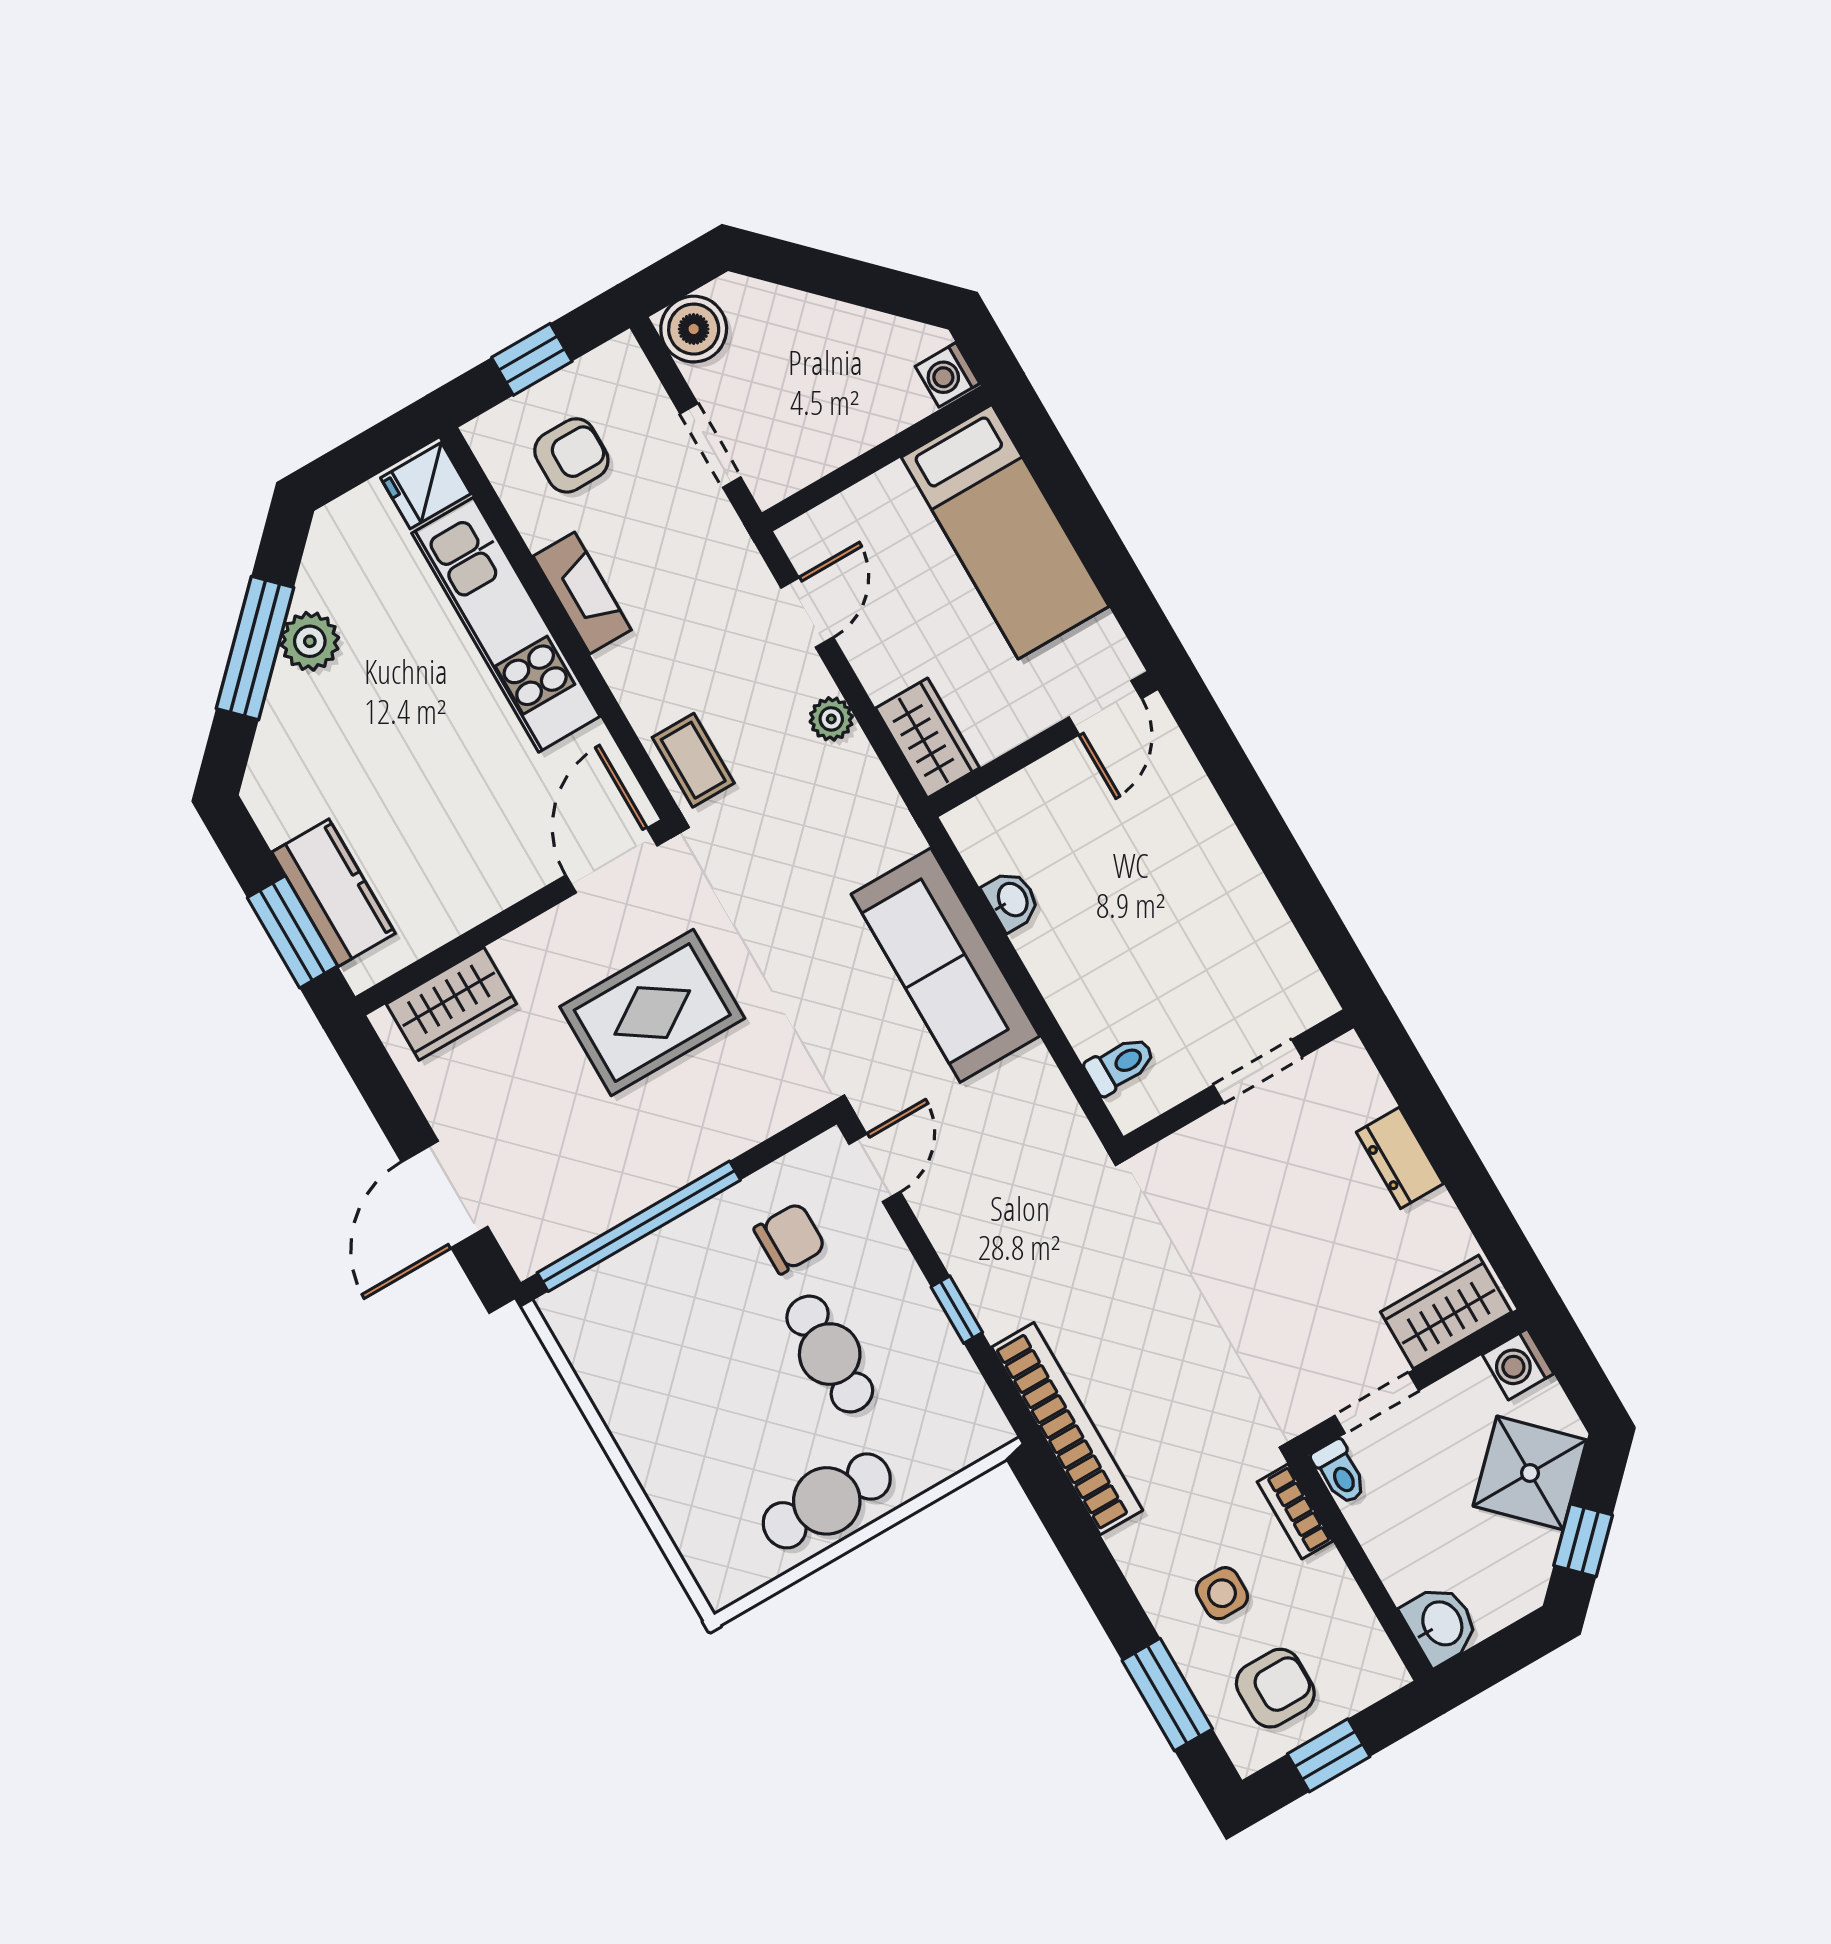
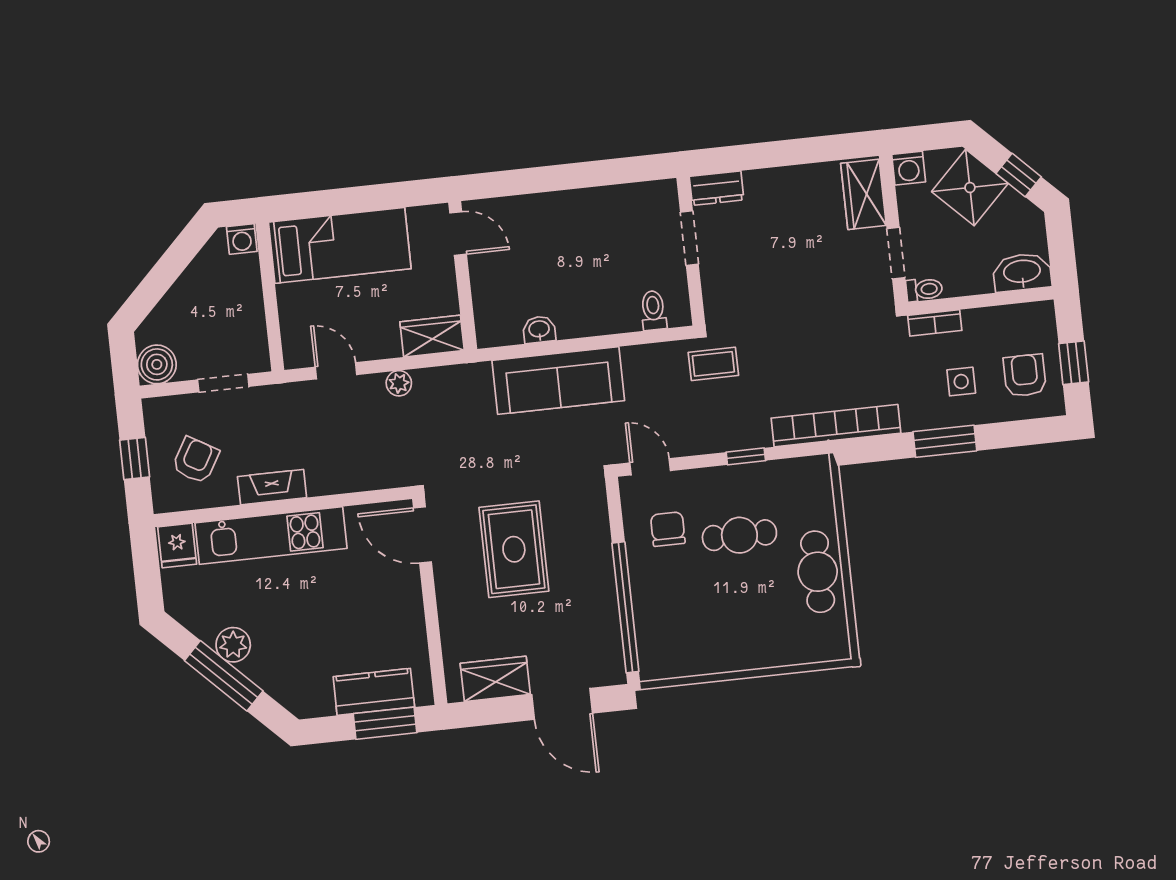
armchair: (571, 455) -> (196, 460), turned 30
coffee table: (693, 760) -> (713, 364), moved
wardrobe: (451, 1004) -> (495, 679), moved, turned -90
dresser: (1400, 1158) -> (717, 188), moved
washbasin: (1441, 1624) -> (1022, 272), width x1.38
window: (1167, 1695) -> (945, 441), moved

